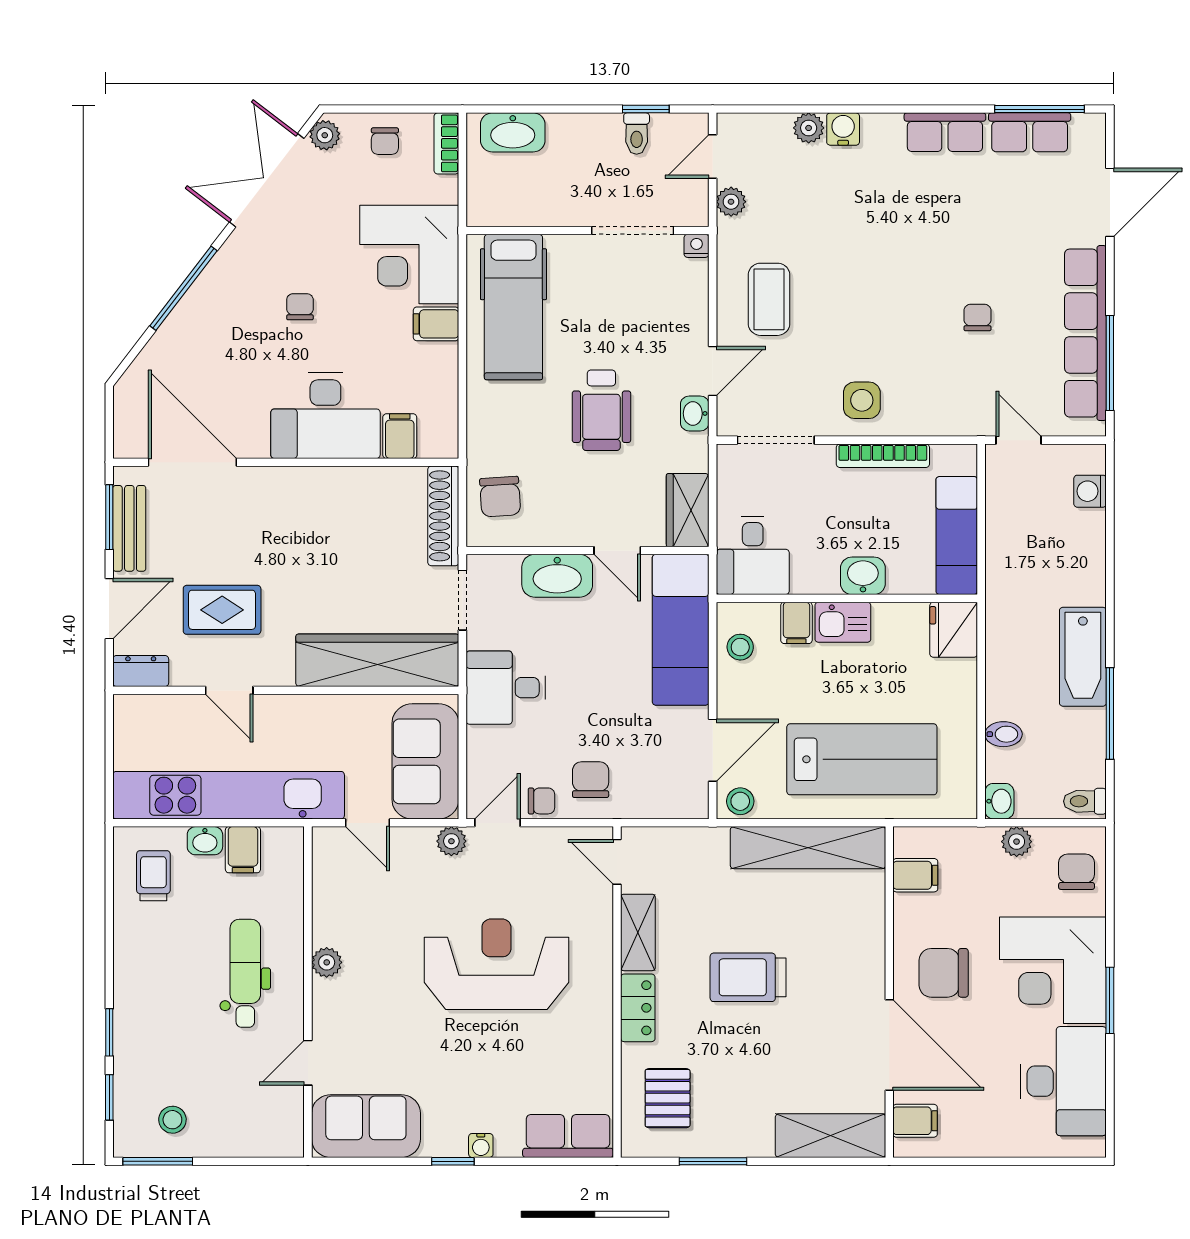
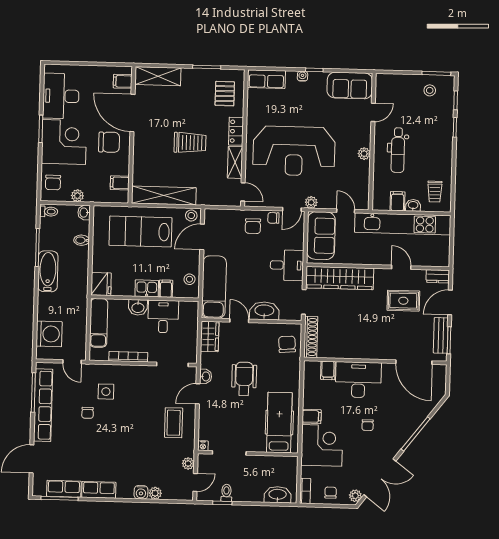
side table: (862, 400) -> (106, 392), moved
washing machine: (1090, 491) -> (49, 334), width x1.89, depth x1.89
desk: (753, 555) -> (163, 316), moved
reception desk: (496, 964) -> (294, 151), width x1.36, depth x1.30

